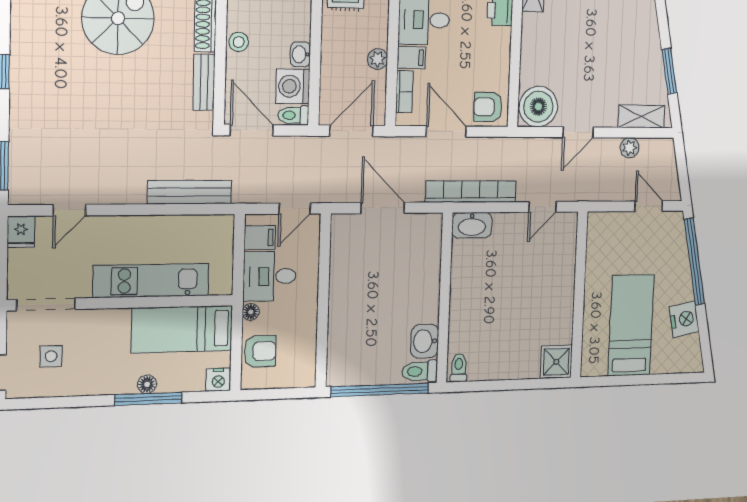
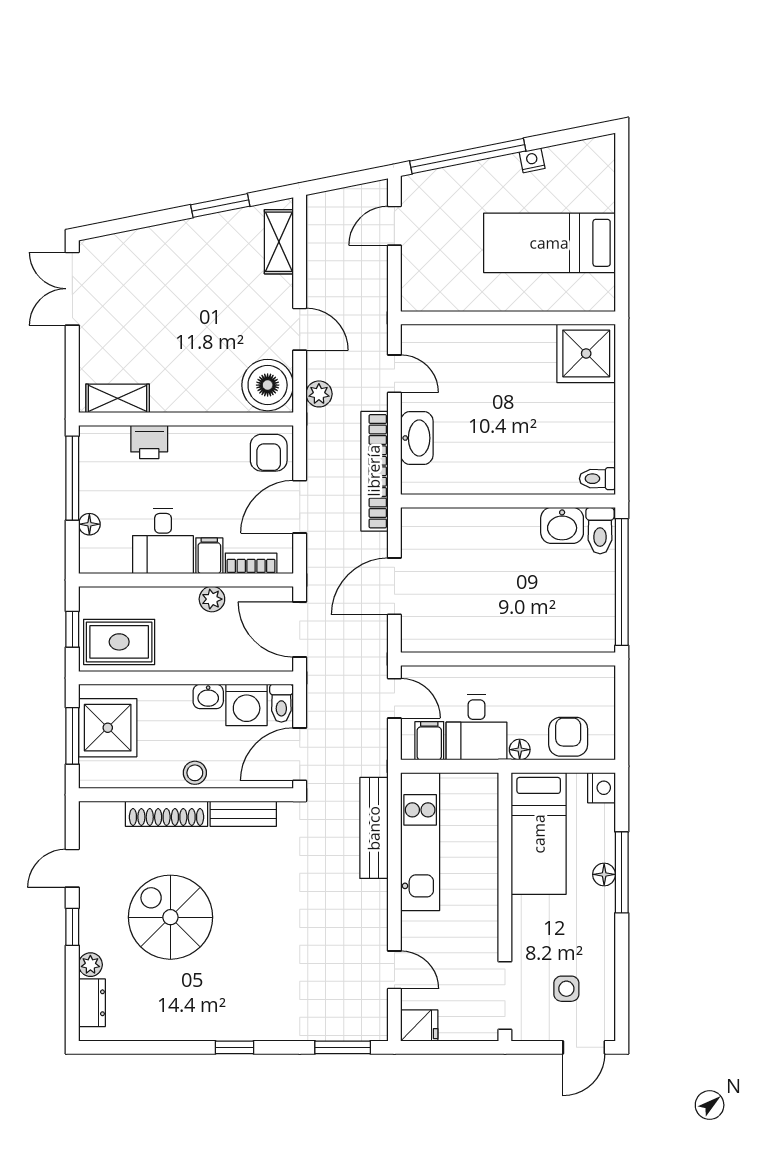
plant: (630, 148) -> (319, 394), moved
washbasin: (472, 225) -> (417, 438), moved
kitchen unit: (151, 281) -> (420, 842), moved, turned 180
nightstand: (684, 319) -> (532, 160), width x0.53, depth x0.56
shower: (556, 362) -> (586, 353), width x1.36, depth x1.36

